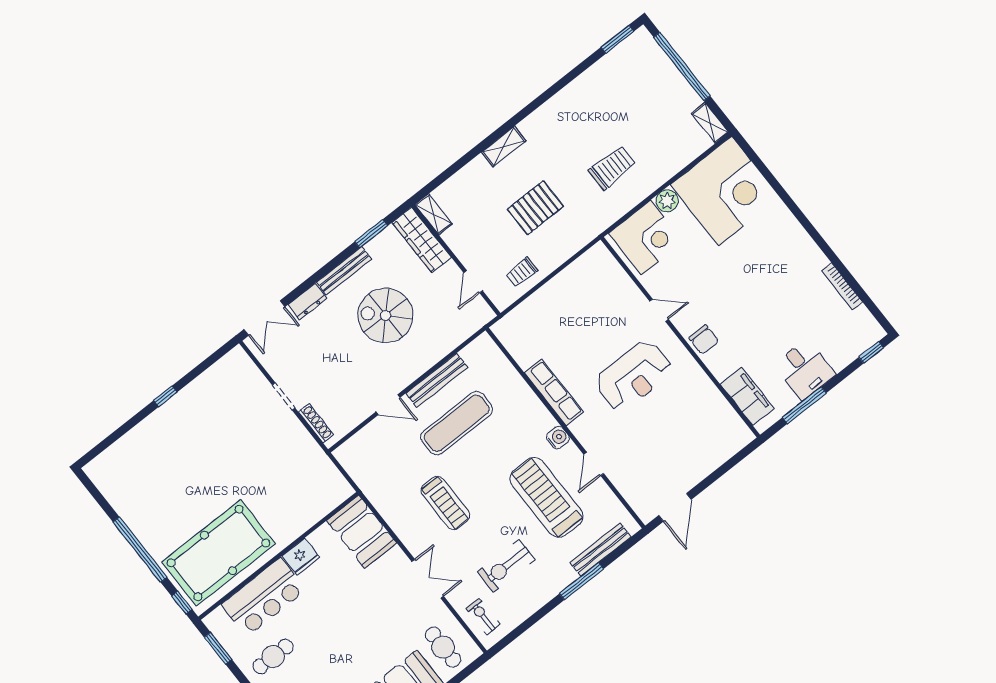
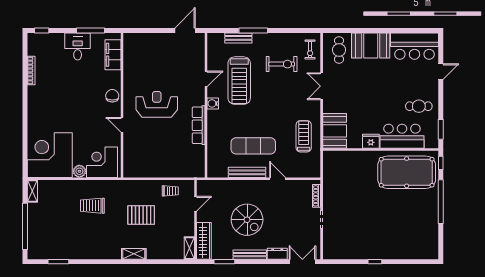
window: (617, 39) -> (58, 262), moved
treadmill: (445, 503) -> (304, 136), moved
bench: (600, 550) -> (238, 38), width x0.73

